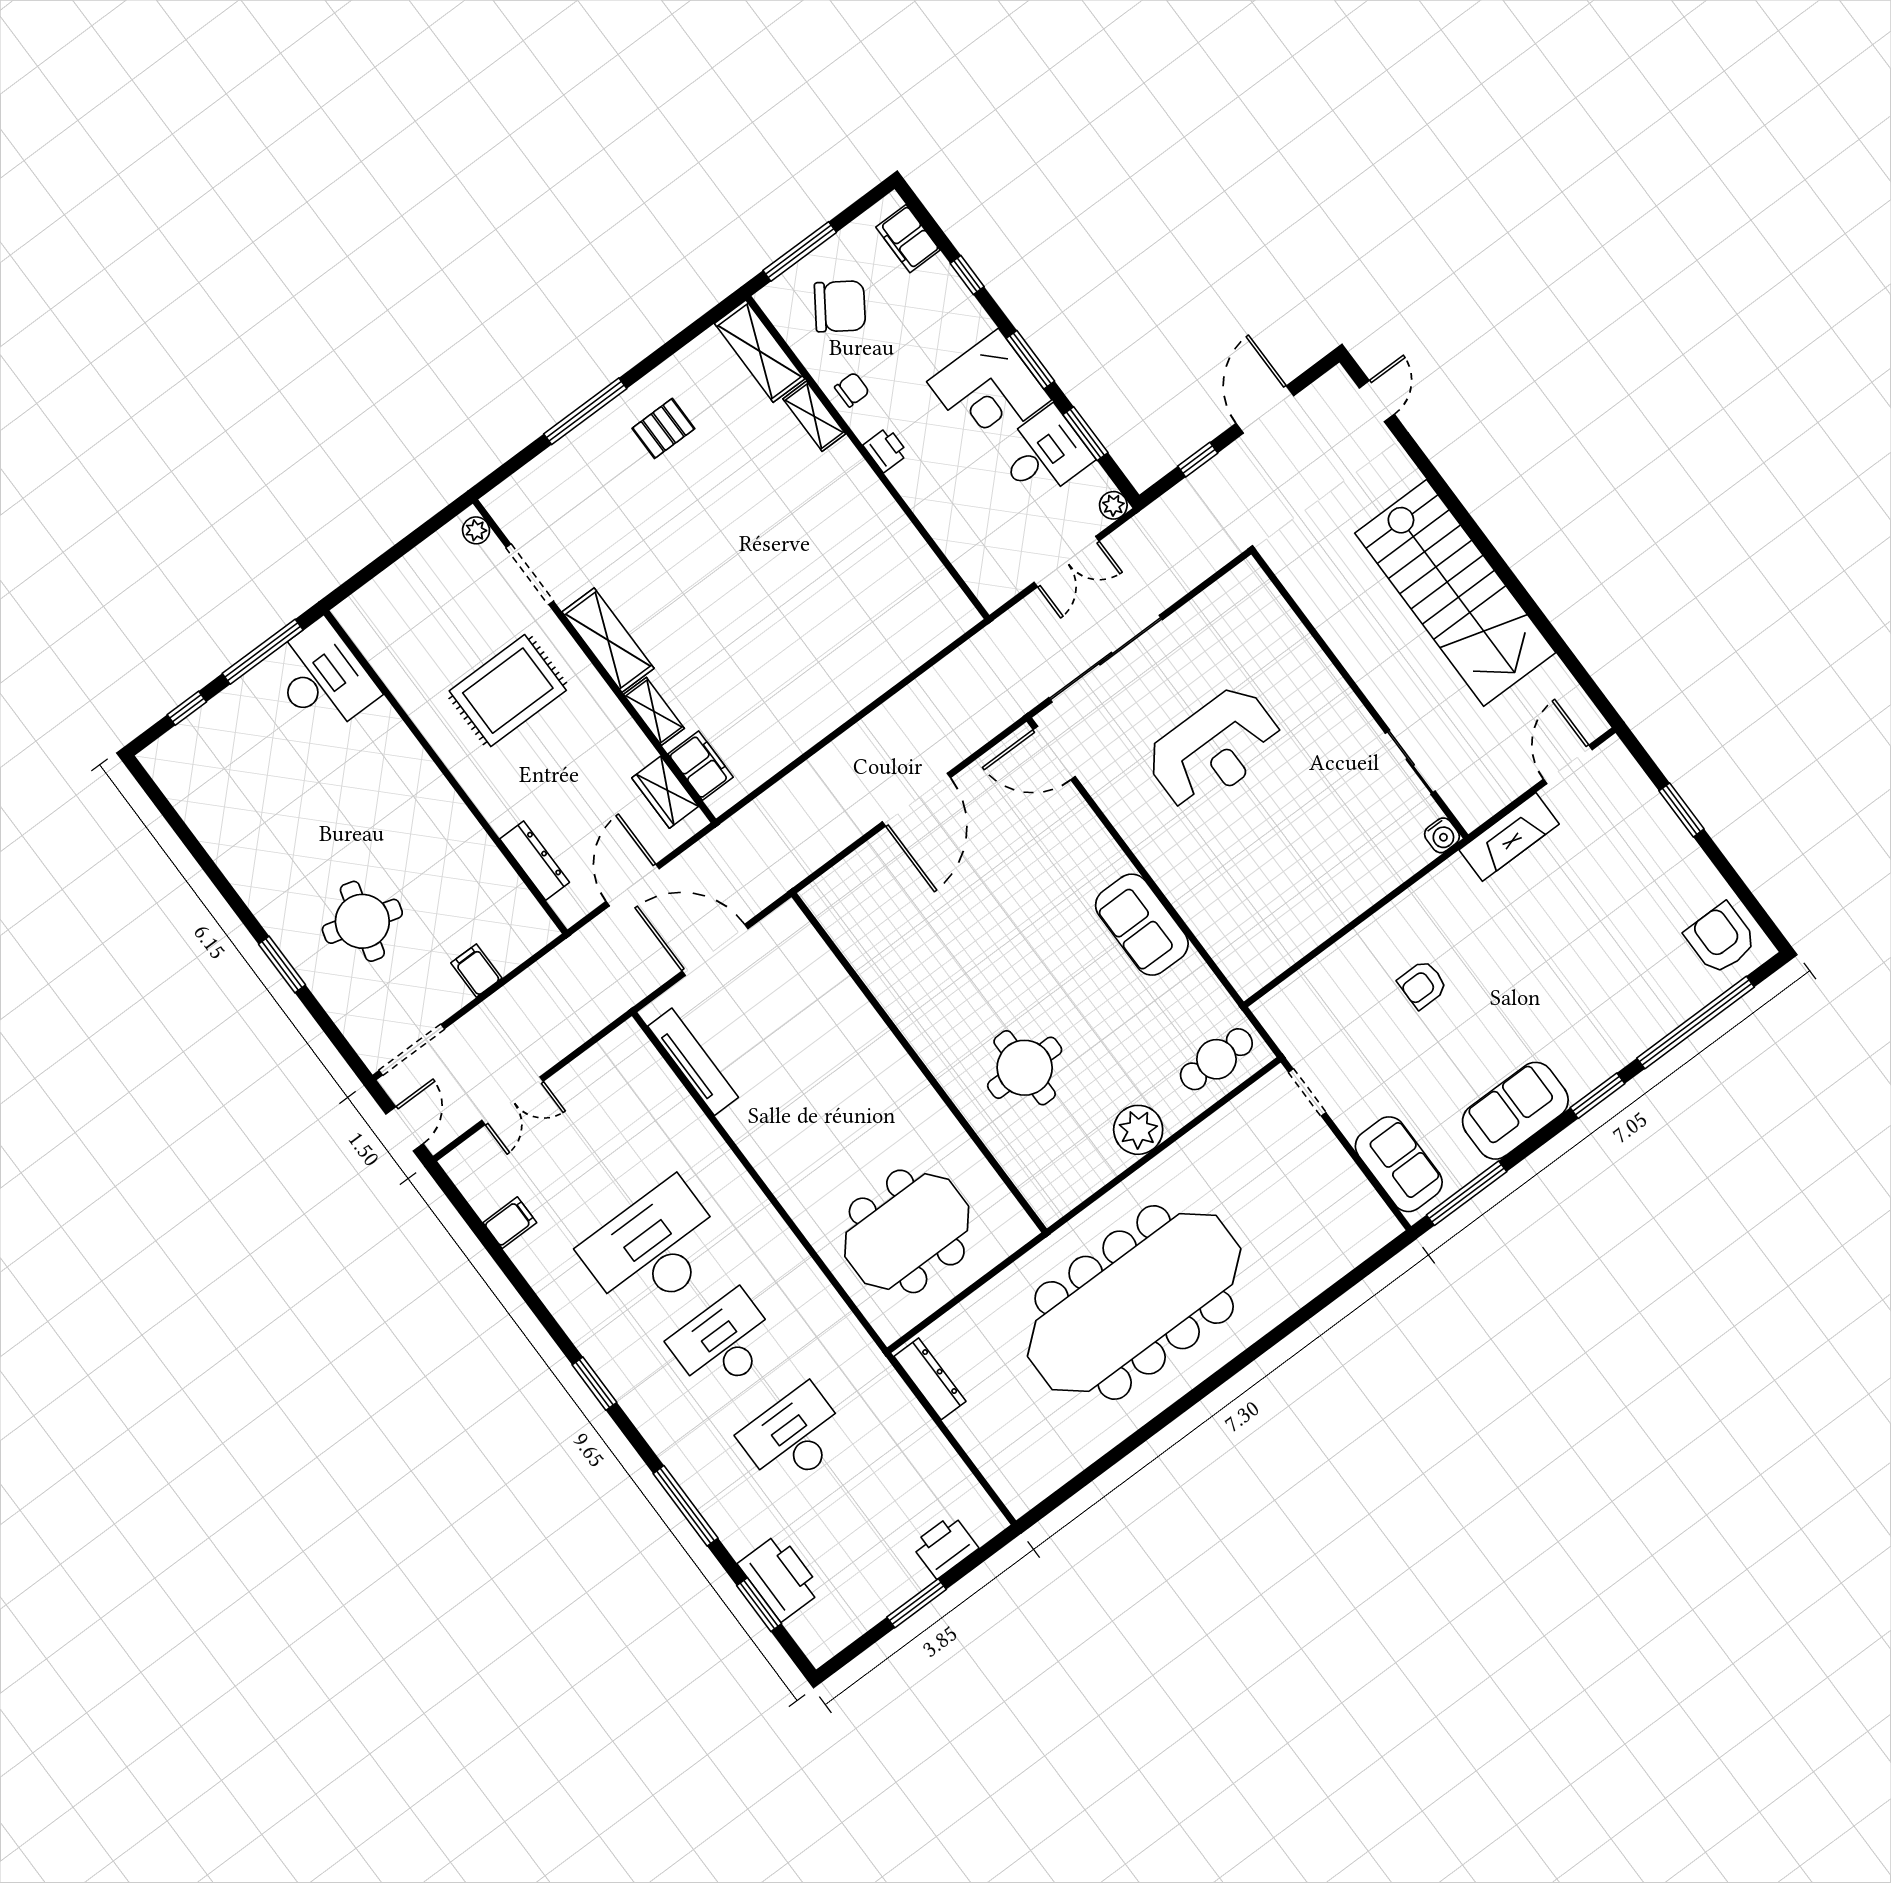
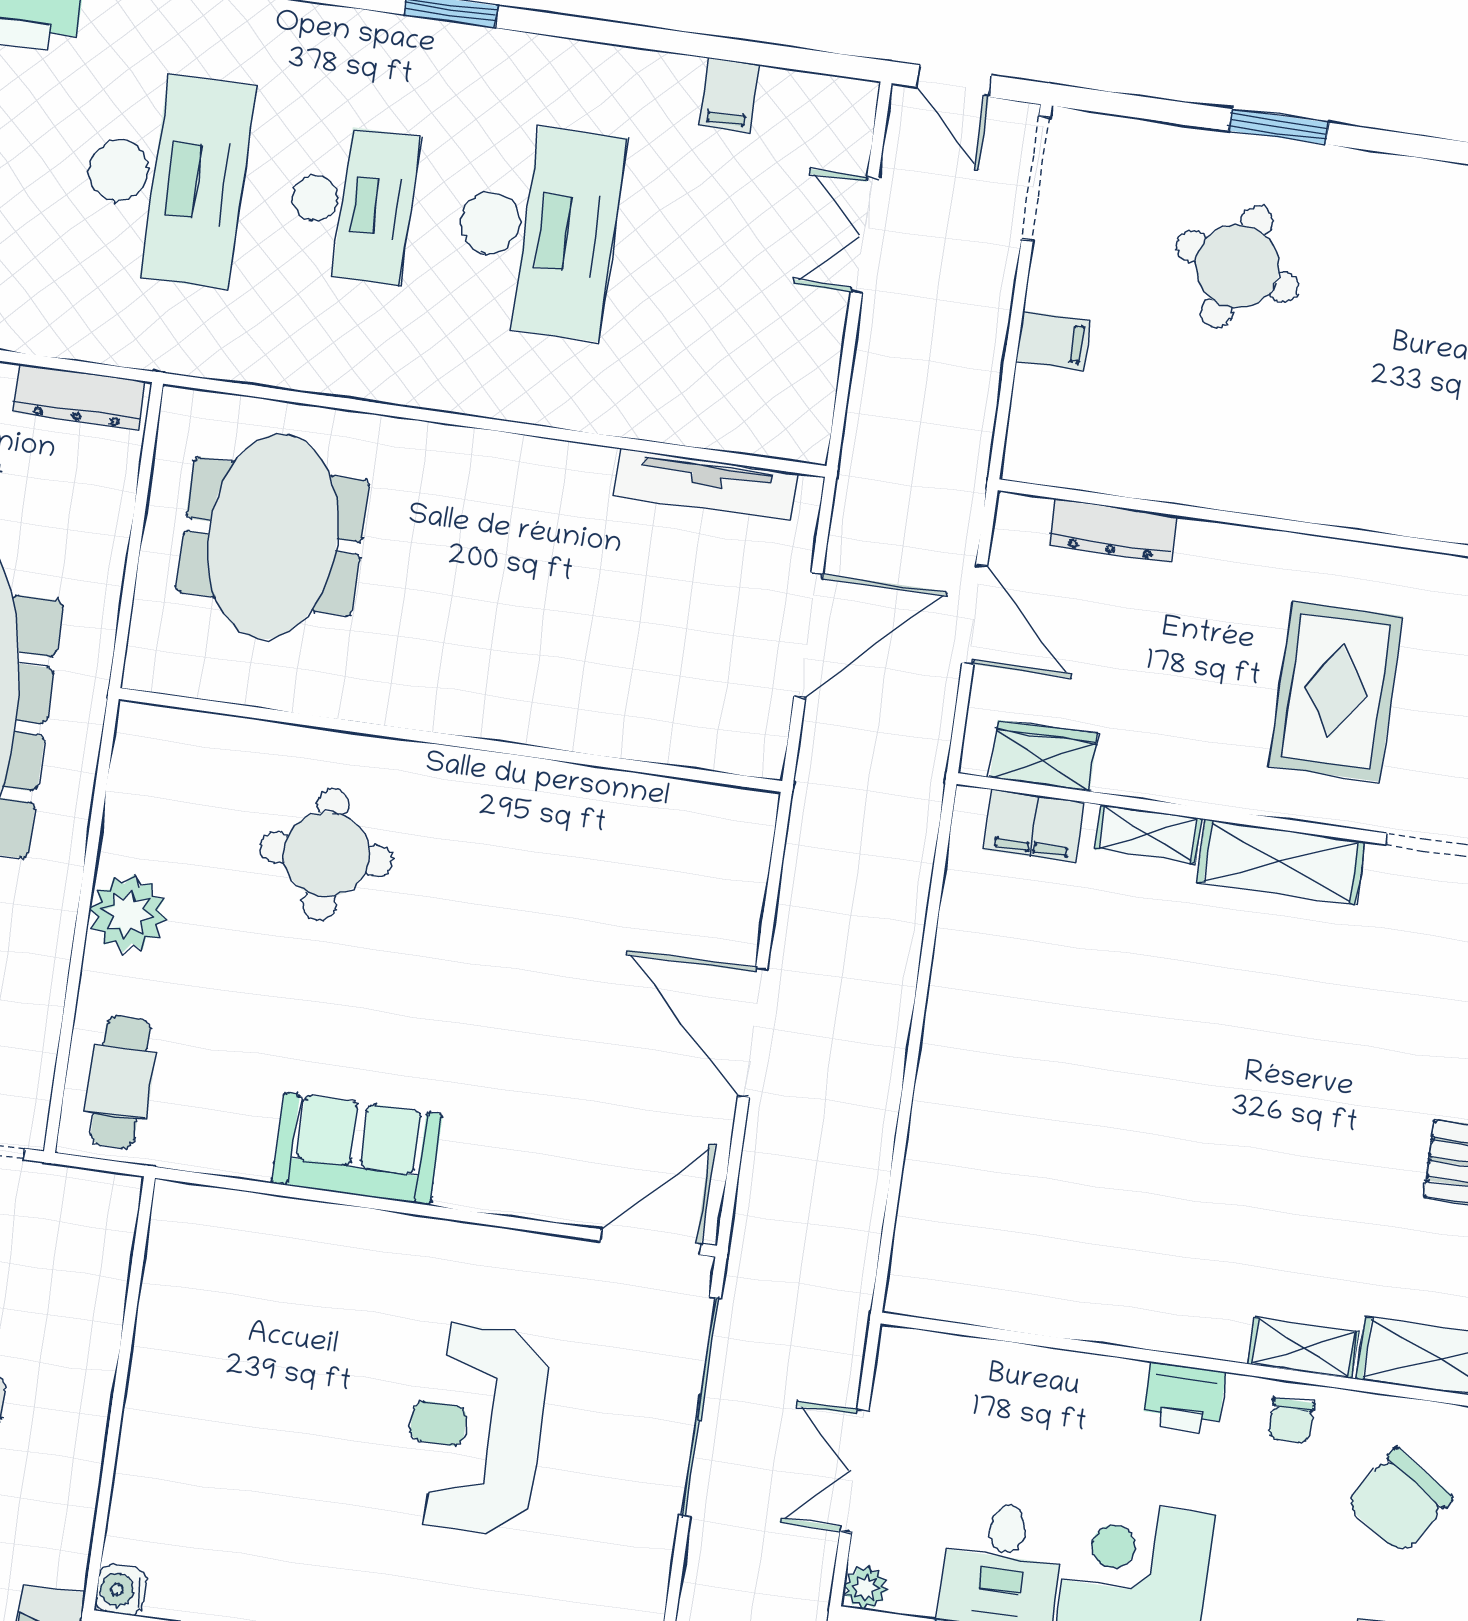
printer: (886, 450) -> (1184, 1398), width x1.36, depth x1.24
desk: (794, 1437) -> (166, 177), width x1.36, depth x1.30

